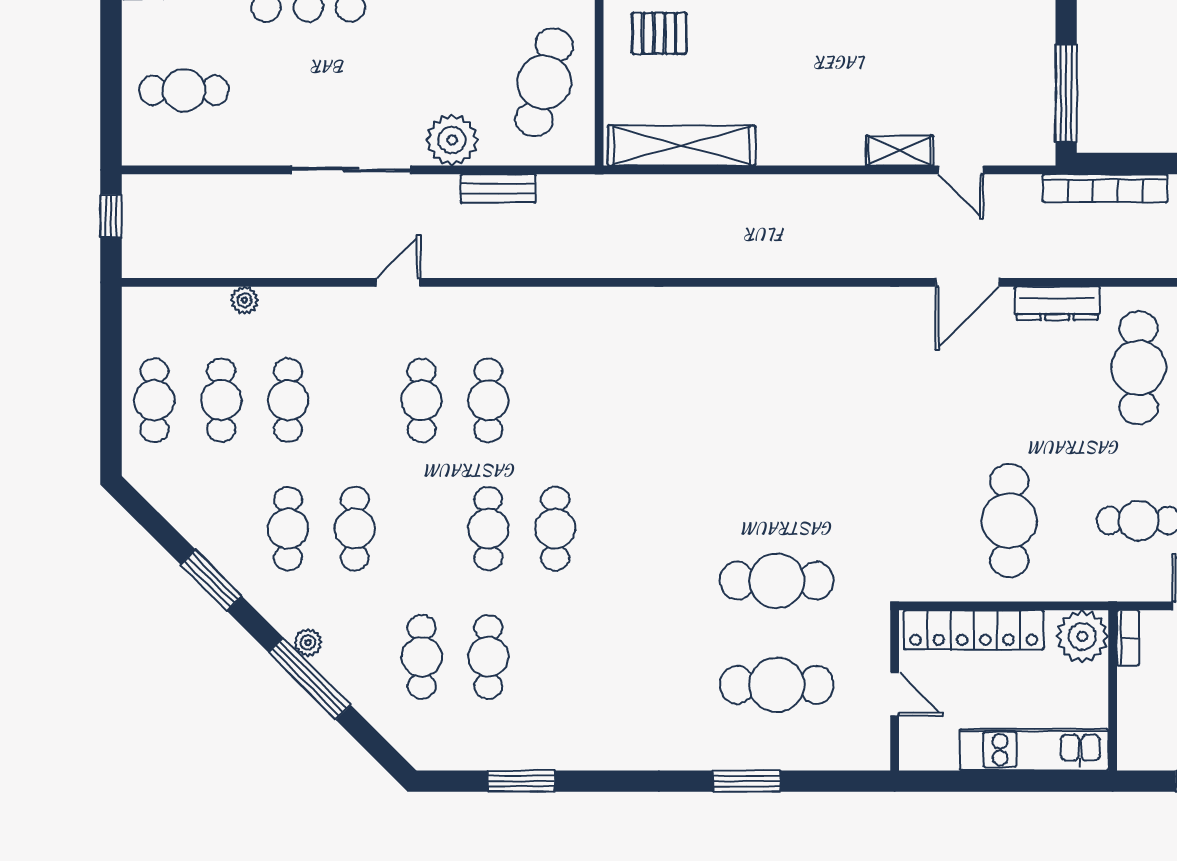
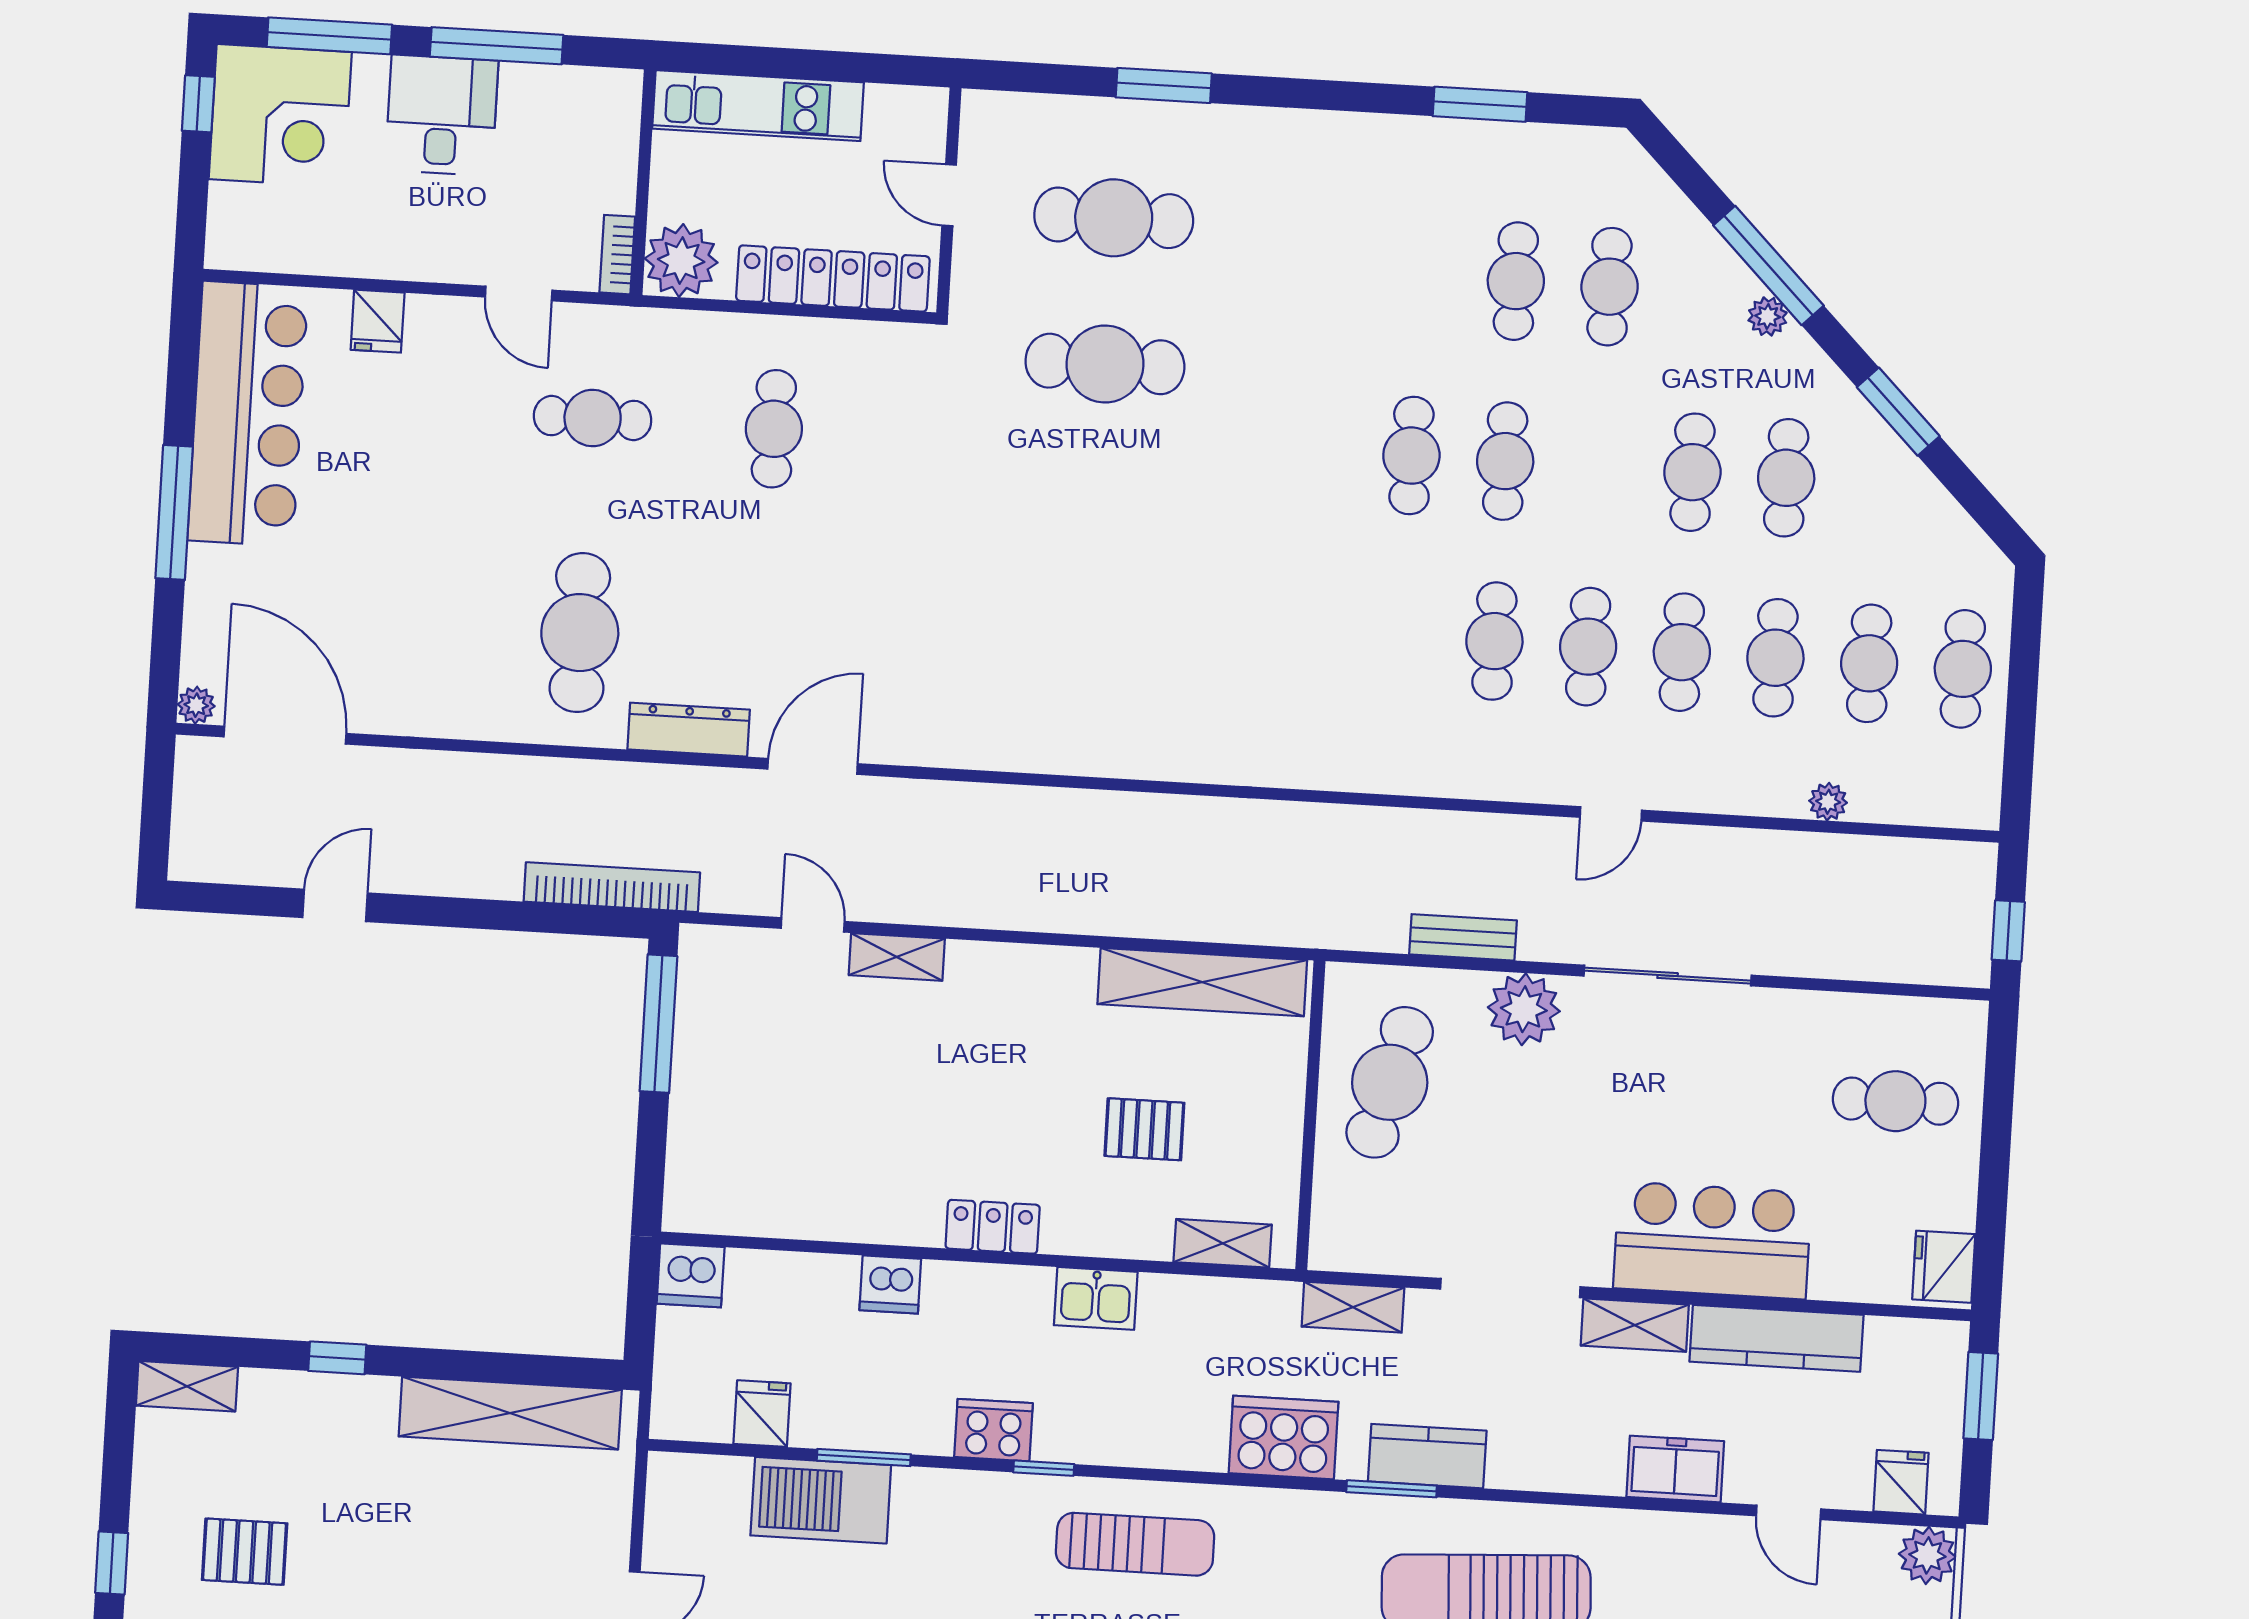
pallet: (659, 33) -> (1144, 1129), moved
cafe table: (355, 400) -> (1682, 652), added
cafe table: (1009, 521) -> (774, 429), width x0.73, depth x0.74

